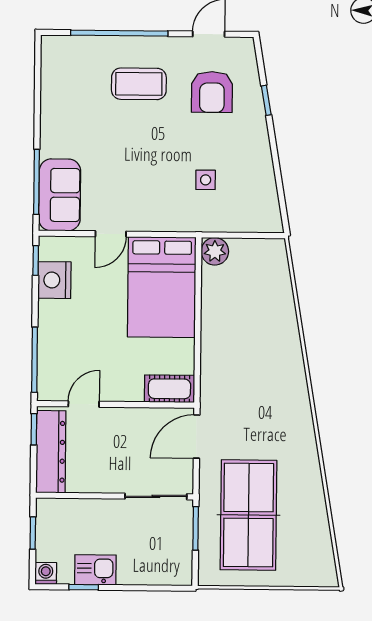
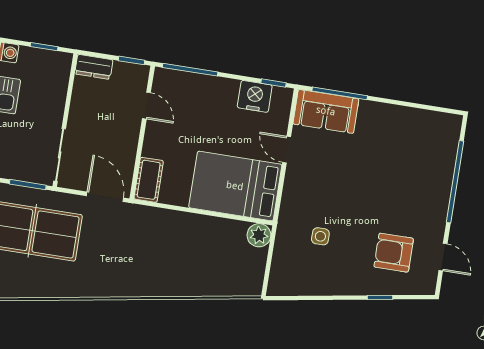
coffee table: (139, 84) -> (410, 192), removed
dresser: (51, 452) -> (94, 67), width x0.51, depth x0.80

